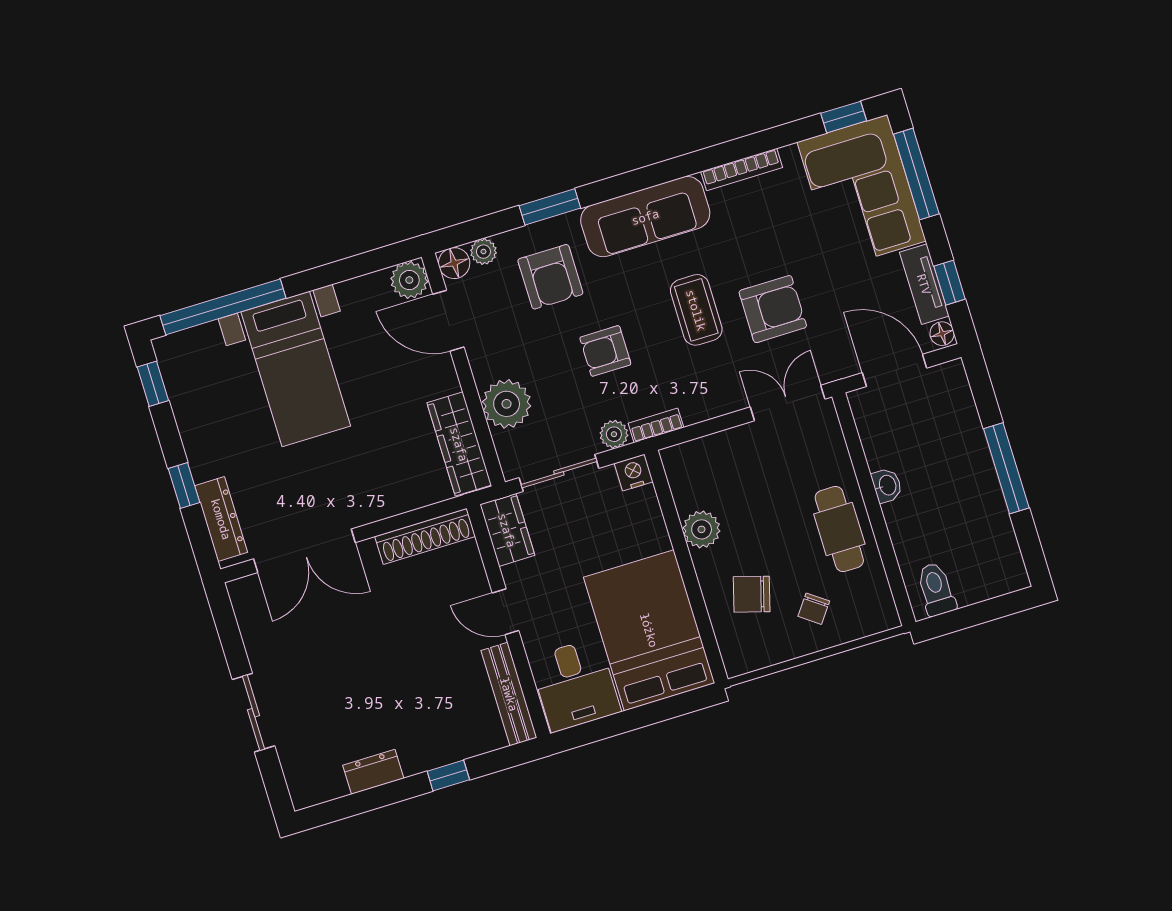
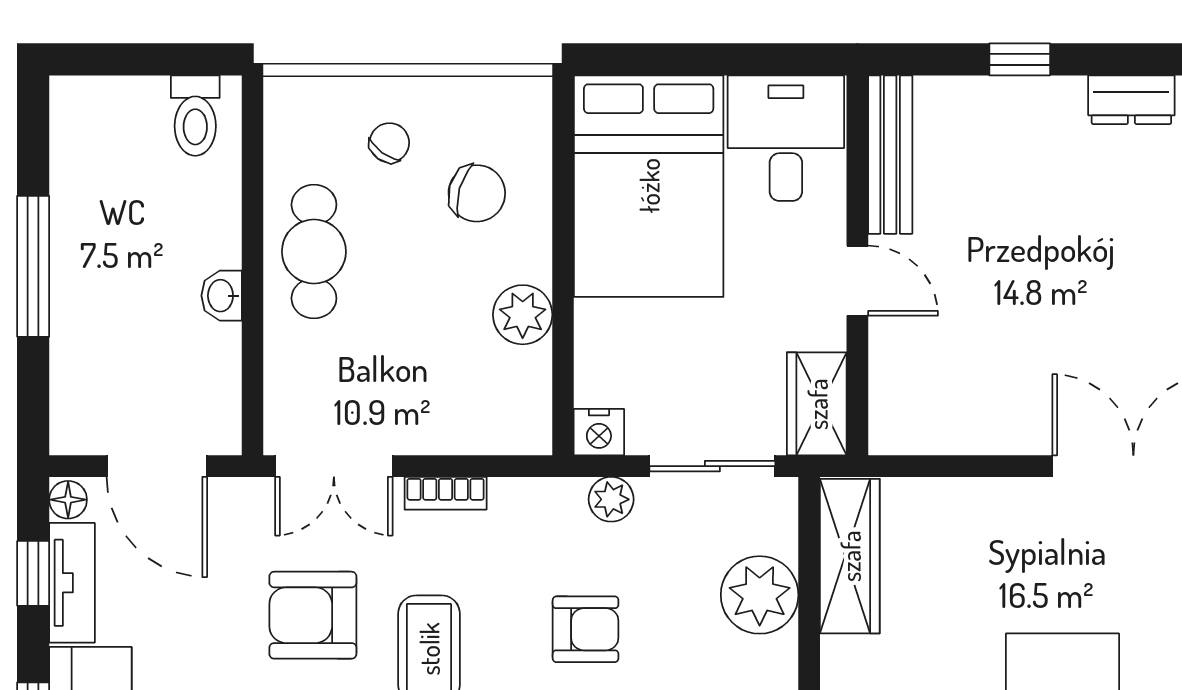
bookcase: (656, 425) -> (446, 493), moved
shoe rack: (425, 536) -> (944, 432), removed

